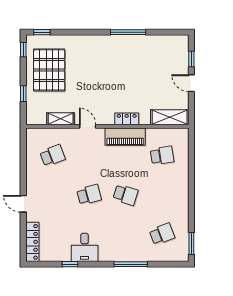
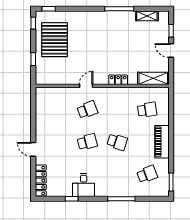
shelving: (61, 119) -> (147, 16), moved
door: (88, 126) -> (86, 86), hinge flipped
piano: (125, 137) -> (162, 142), moved, turned 90
school desk: (53, 155) -> (87, 110), moved

